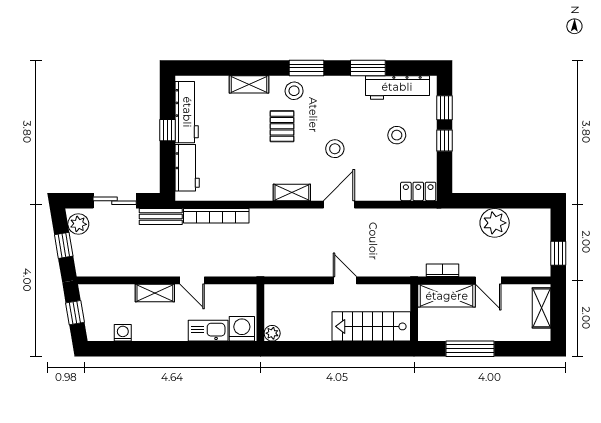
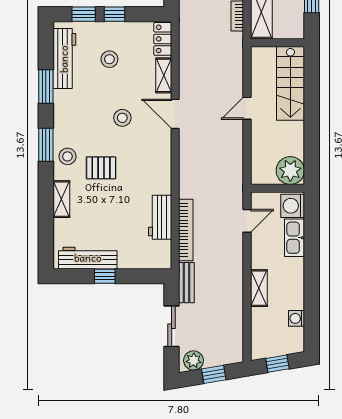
workbench: (187, 168) -> (160, 217), moved, turned -90
shelving: (292, 192) -> (164, 75), moved
door: (192, 280) -> (247, 221), moved
plant: (272, 333) -> (290, 171), width x1.88, depth x1.88

